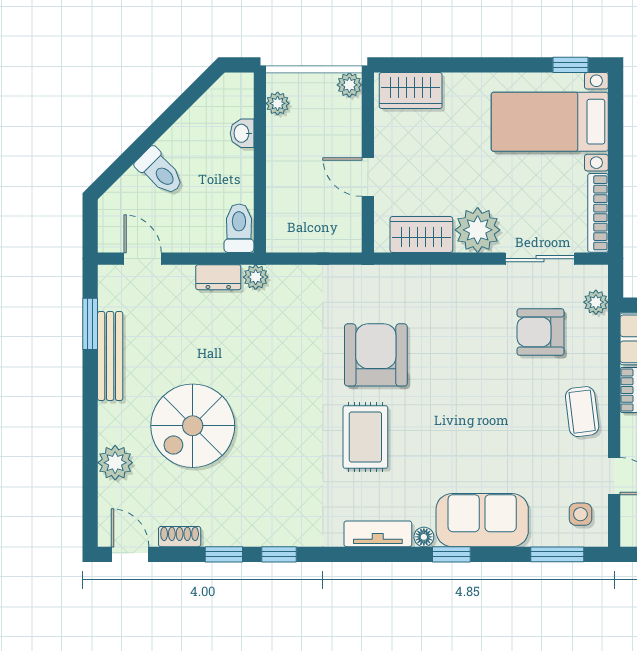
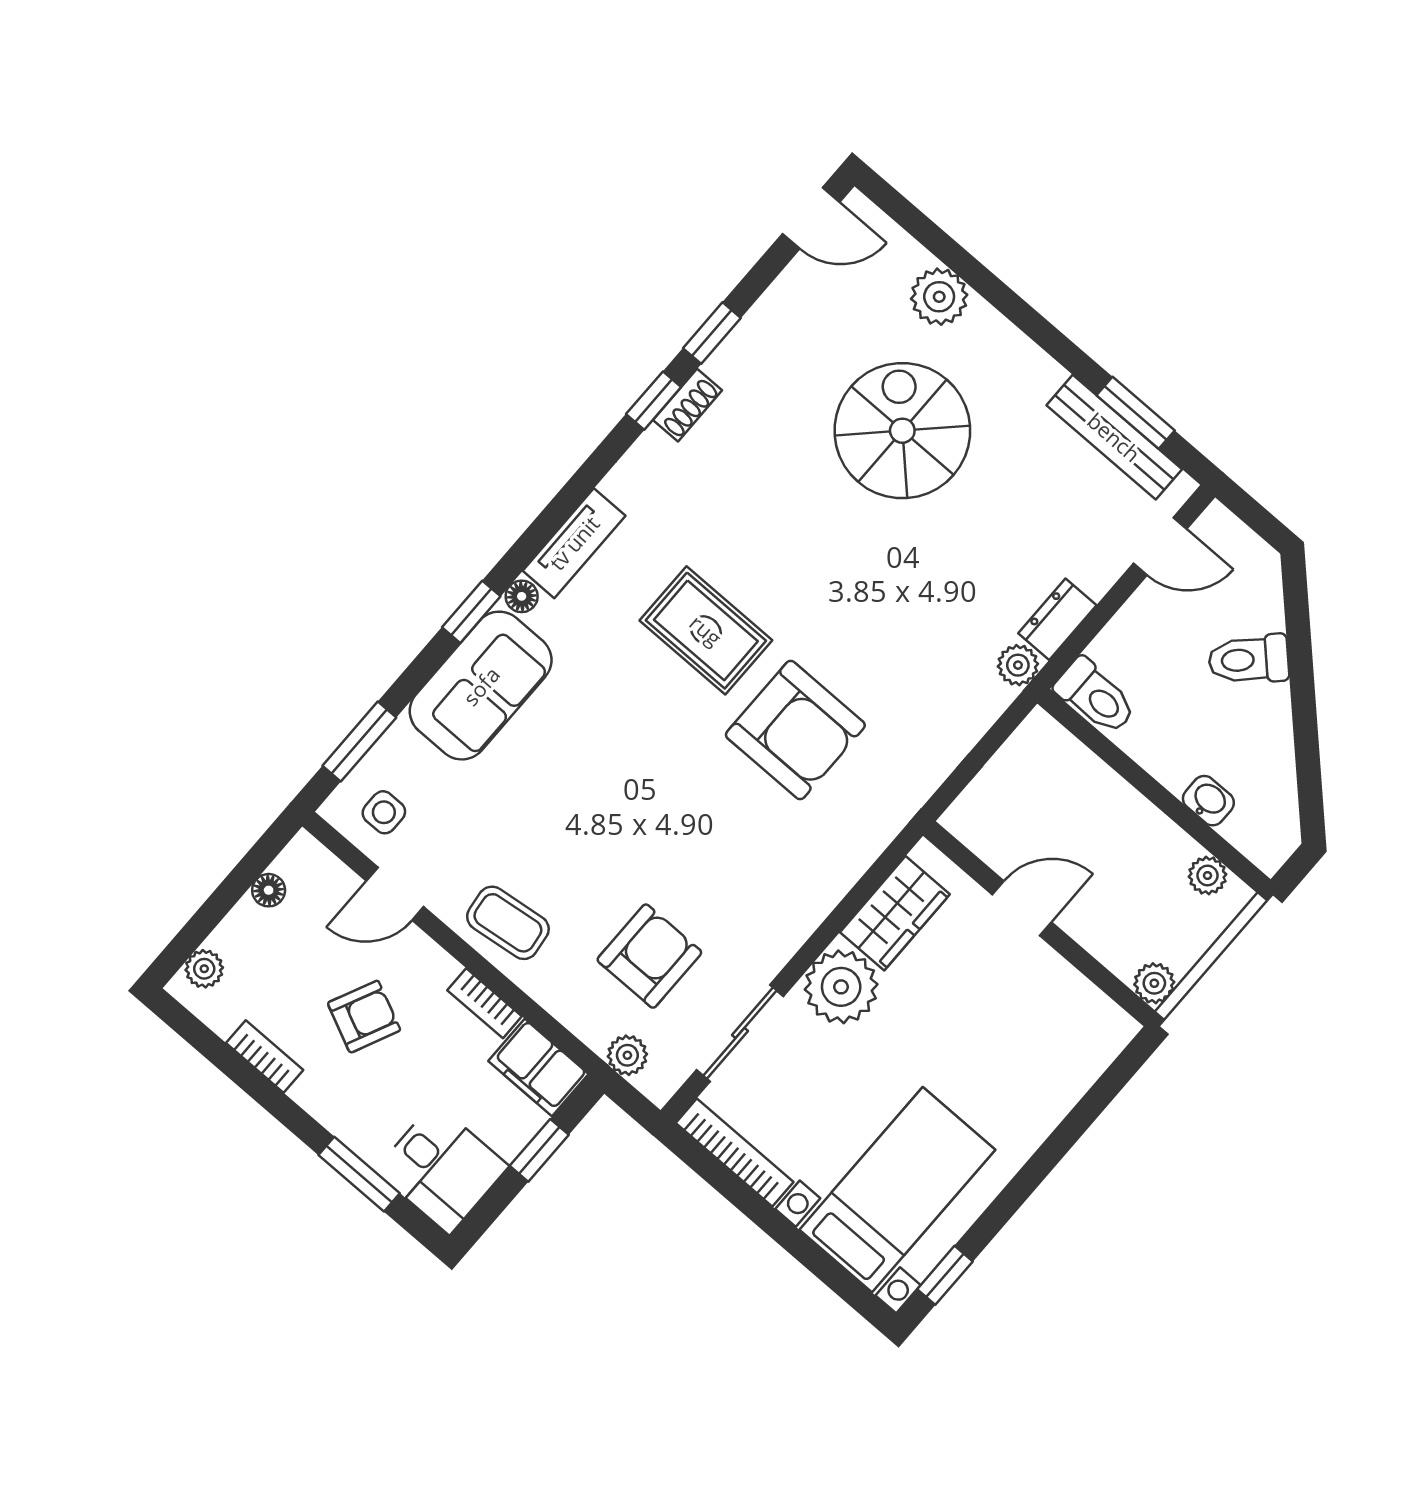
wardrobe: (411, 91) -> (1083, 1052), removed
bench: (110, 356) -> (1114, 437), moved
shoe rack: (180, 537) -> (687, 405), moved

